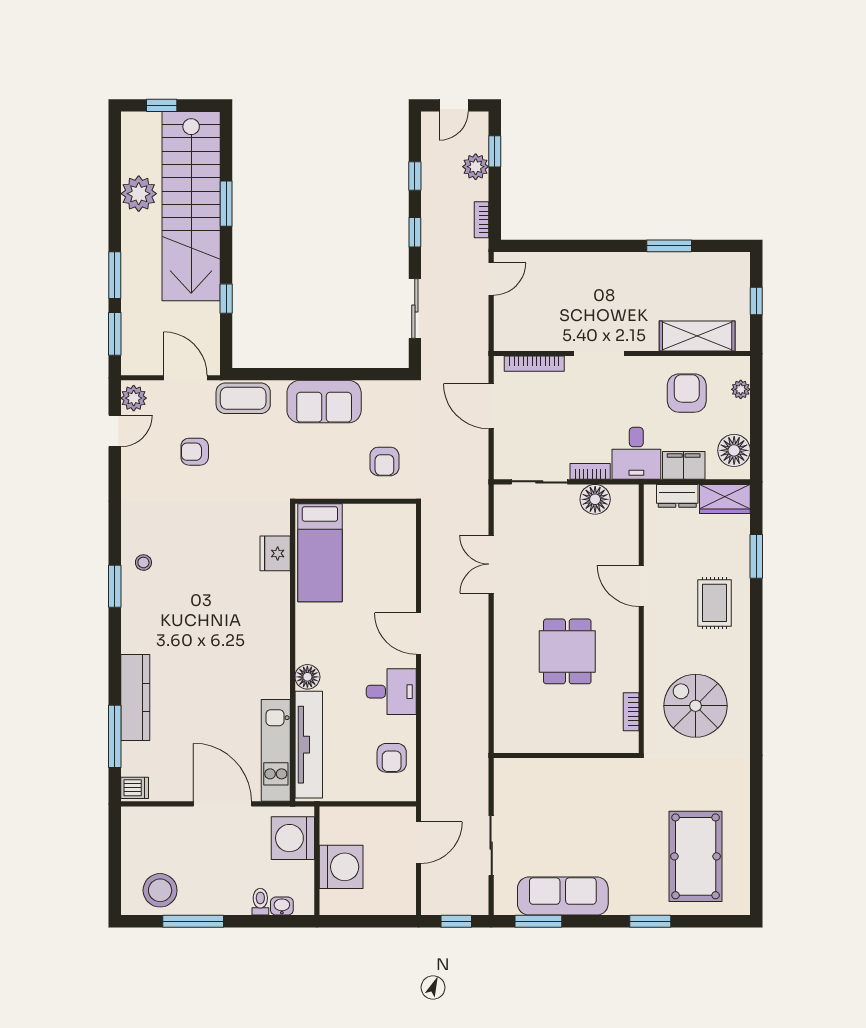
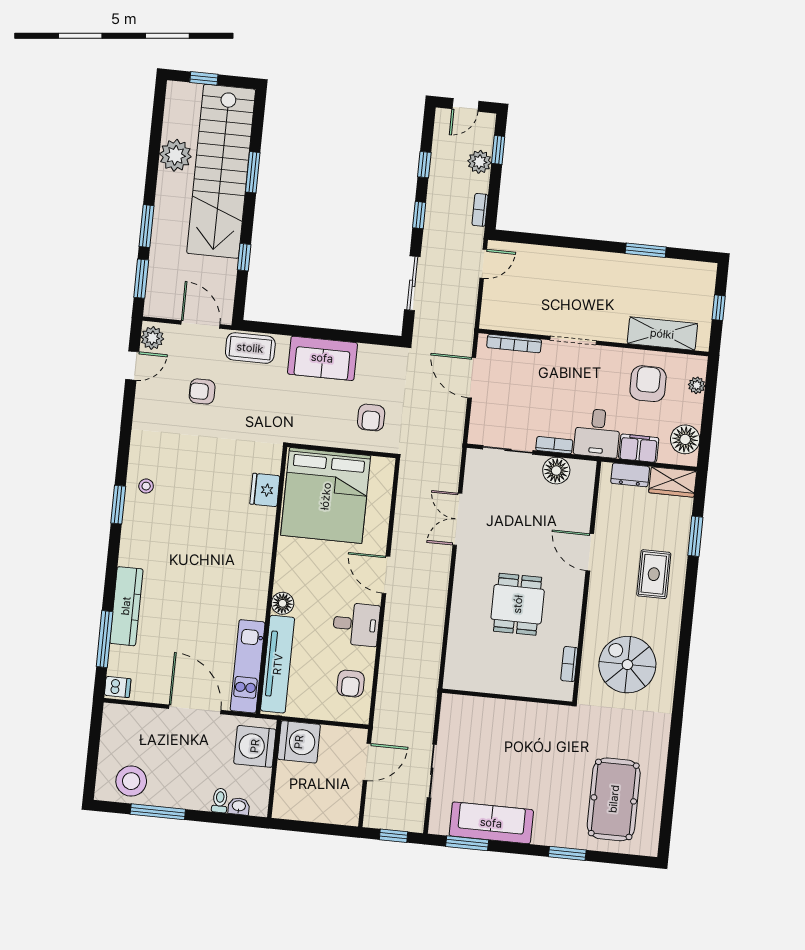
bed: (320, 553) -> (326, 496), width x2.04
washing machine: (341, 867) -> (299, 742), moved

